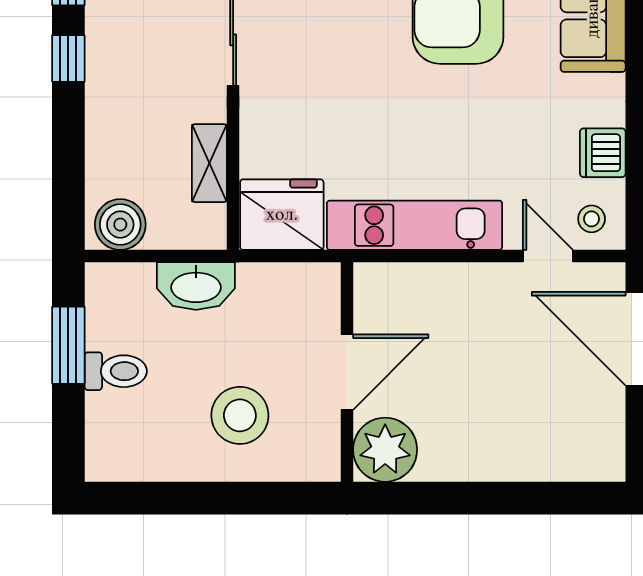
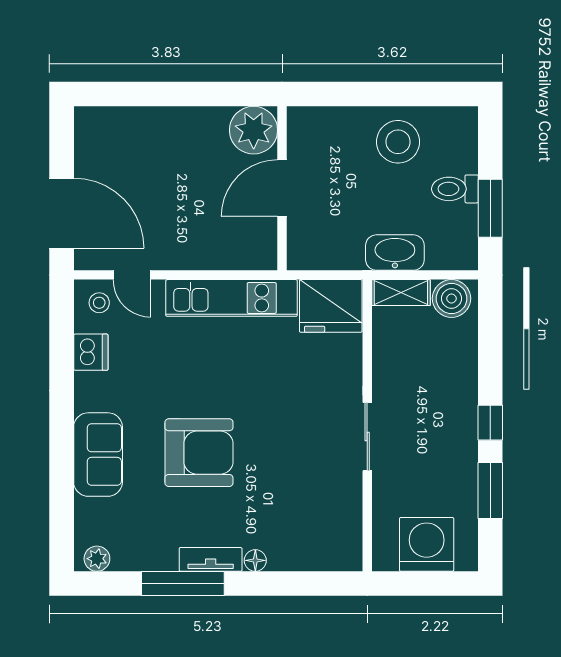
shelving: (209, 163) -> (401, 293), moved, turned 90
stool: (240, 415) -> (398, 142), moved

